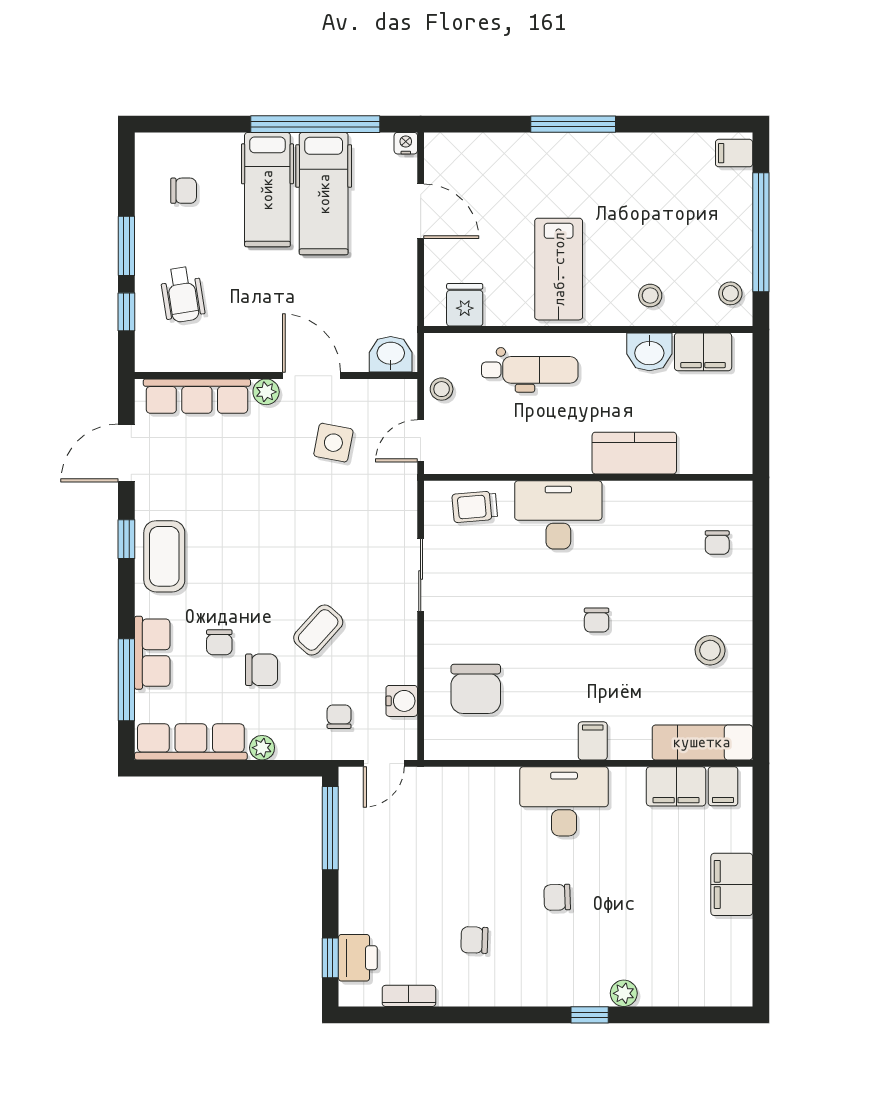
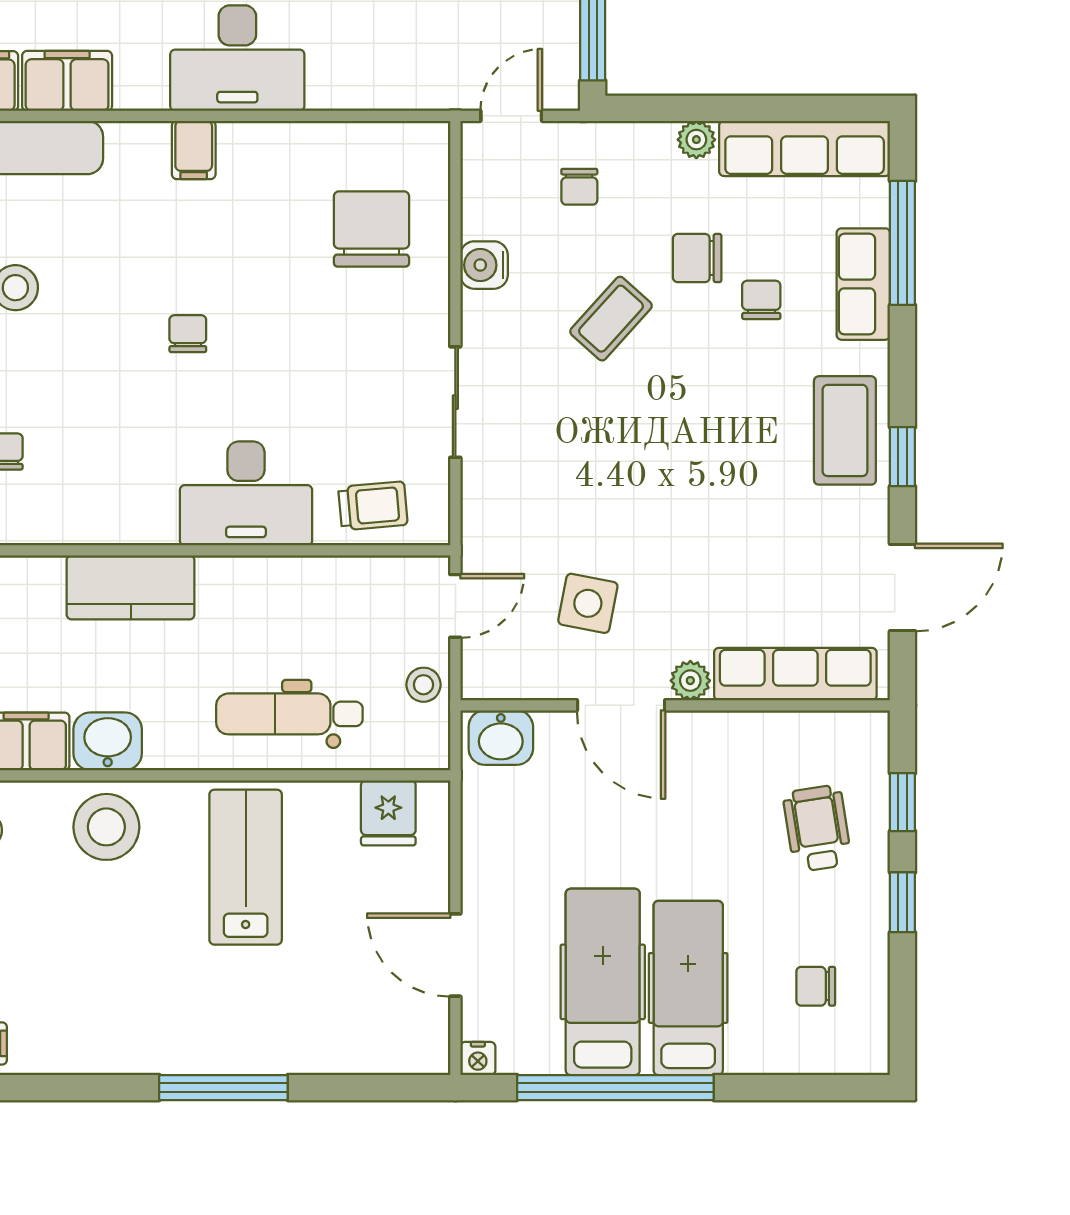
window: (126, 246) -> (902, 902), width x0.67
stool: (650, 295) -> (106, 827), width x1.89, depth x1.89
water cooler: (402, 701) -> (484, 265), moved

